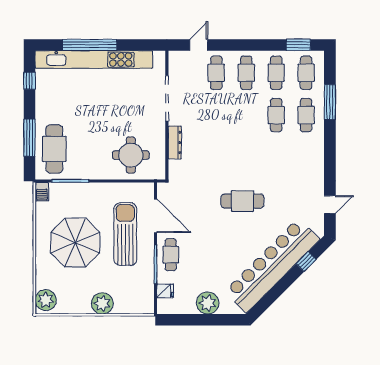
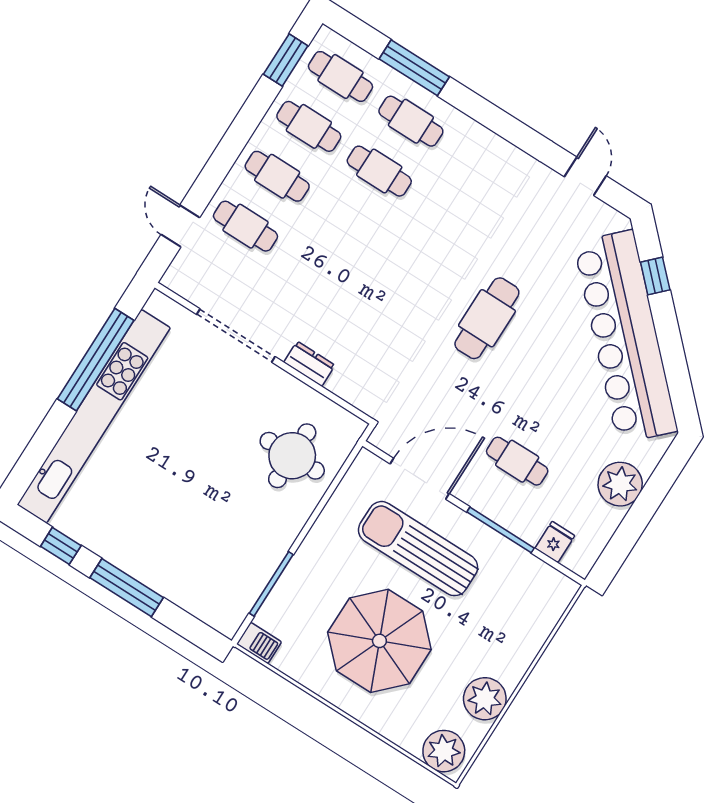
window: (90, 45) -> (96, 360), moved
window: (29, 138) -> (127, 588), moved
dresser: (175, 142) -> (309, 364), width x0.70
cafe table: (54, 149) -> (201, 577), removed
cafe table: (171, 255) -> (517, 461), moved
plant: (102, 303) -> (485, 699), moved

